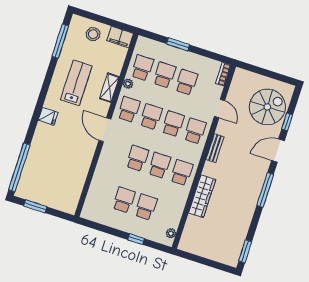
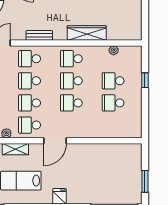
plant: (171, 233) -> (114, 50), moved

